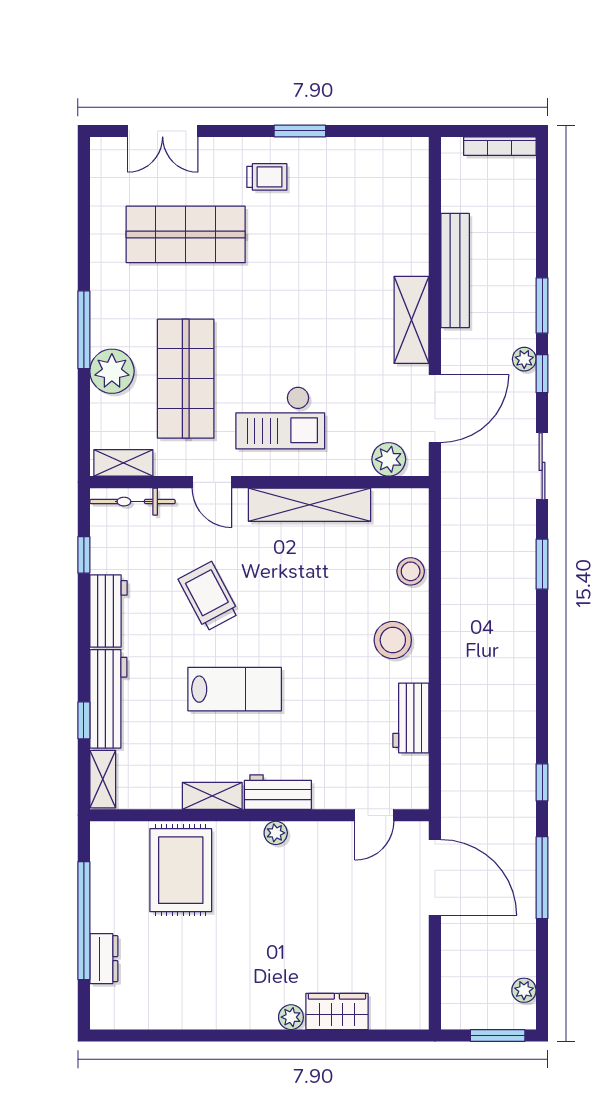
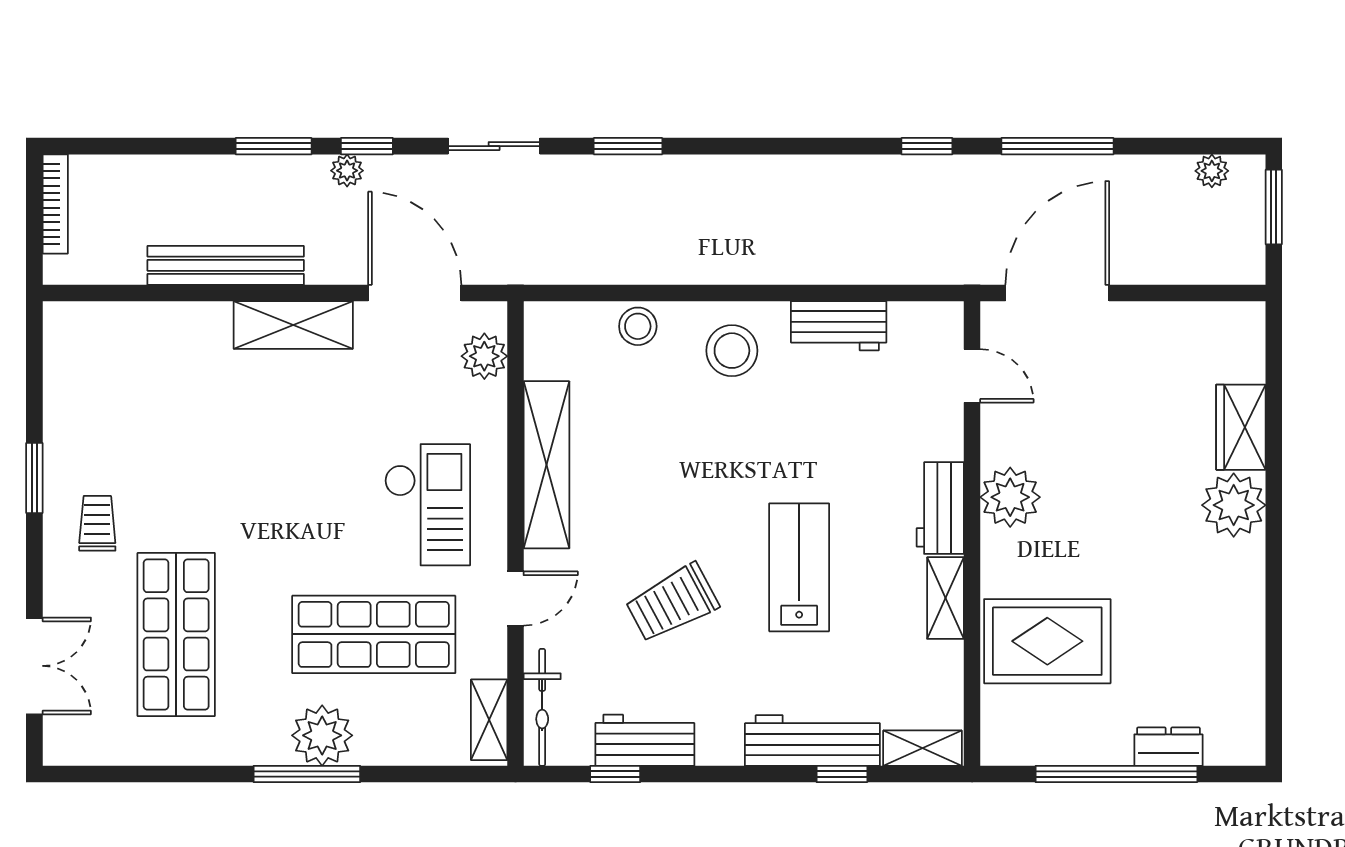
plant: (112, 371) -> (322, 735), moved
workbench: (108, 611) -> (645, 740), moved
plant: (276, 833) -> (1010, 497), width x1.88, depth x1.88
plant: (291, 1017) -> (1234, 505), width x1.88, depth x1.88

